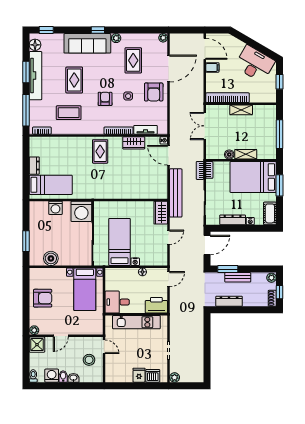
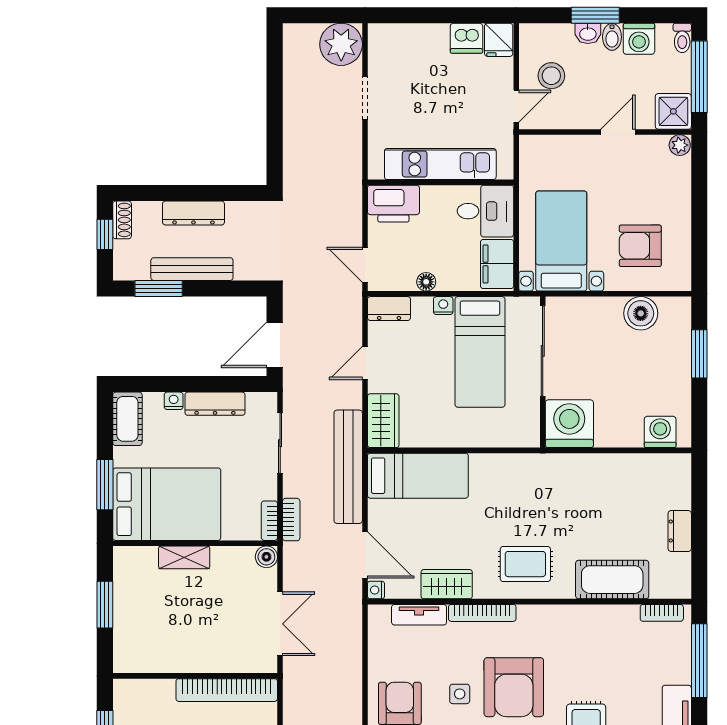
armchair: (105, 99) -> (514, 687), width x1.88, depth x1.88
shelving: (241, 110) -> (195, 661), removed
coffee table: (69, 113) -> (599, 655), removed
window: (280, 134) -> (105, 605), width x0.69
cot: (63, 145) -> (612, 580), added
rug: (100, 151) -> (525, 564), turned 90
boiler: (229, 155) -> (266, 557), moved
bed: (51, 185) -> (418, 476), moved, turned 180
washing machine: (55, 208) -> (660, 432), moved
dresser: (158, 260) -> (389, 309), added
window: (228, 269) -> (159, 289), moved
bench: (238, 277) -> (192, 269), width x1.36
plant: (271, 278) -> (124, 268), removed
filing cabinet: (112, 279) -> (497, 264), added
door: (169, 279) -> (365, 265), hinge flipped
armchair: (43, 298) -> (640, 246), moved
dresser: (229, 301) -> (193, 213), moved
door: (104, 347) -> (516, 106), swing flipped
window: (26, 359) -> (699, 77), added
fridge: (139, 375) -> (499, 40), moved
dishwasher: (153, 376) -> (466, 38), moved
plant: (175, 377) -> (341, 44), width x1.87, depth x1.87
window: (70, 386) -> (595, 15), added

